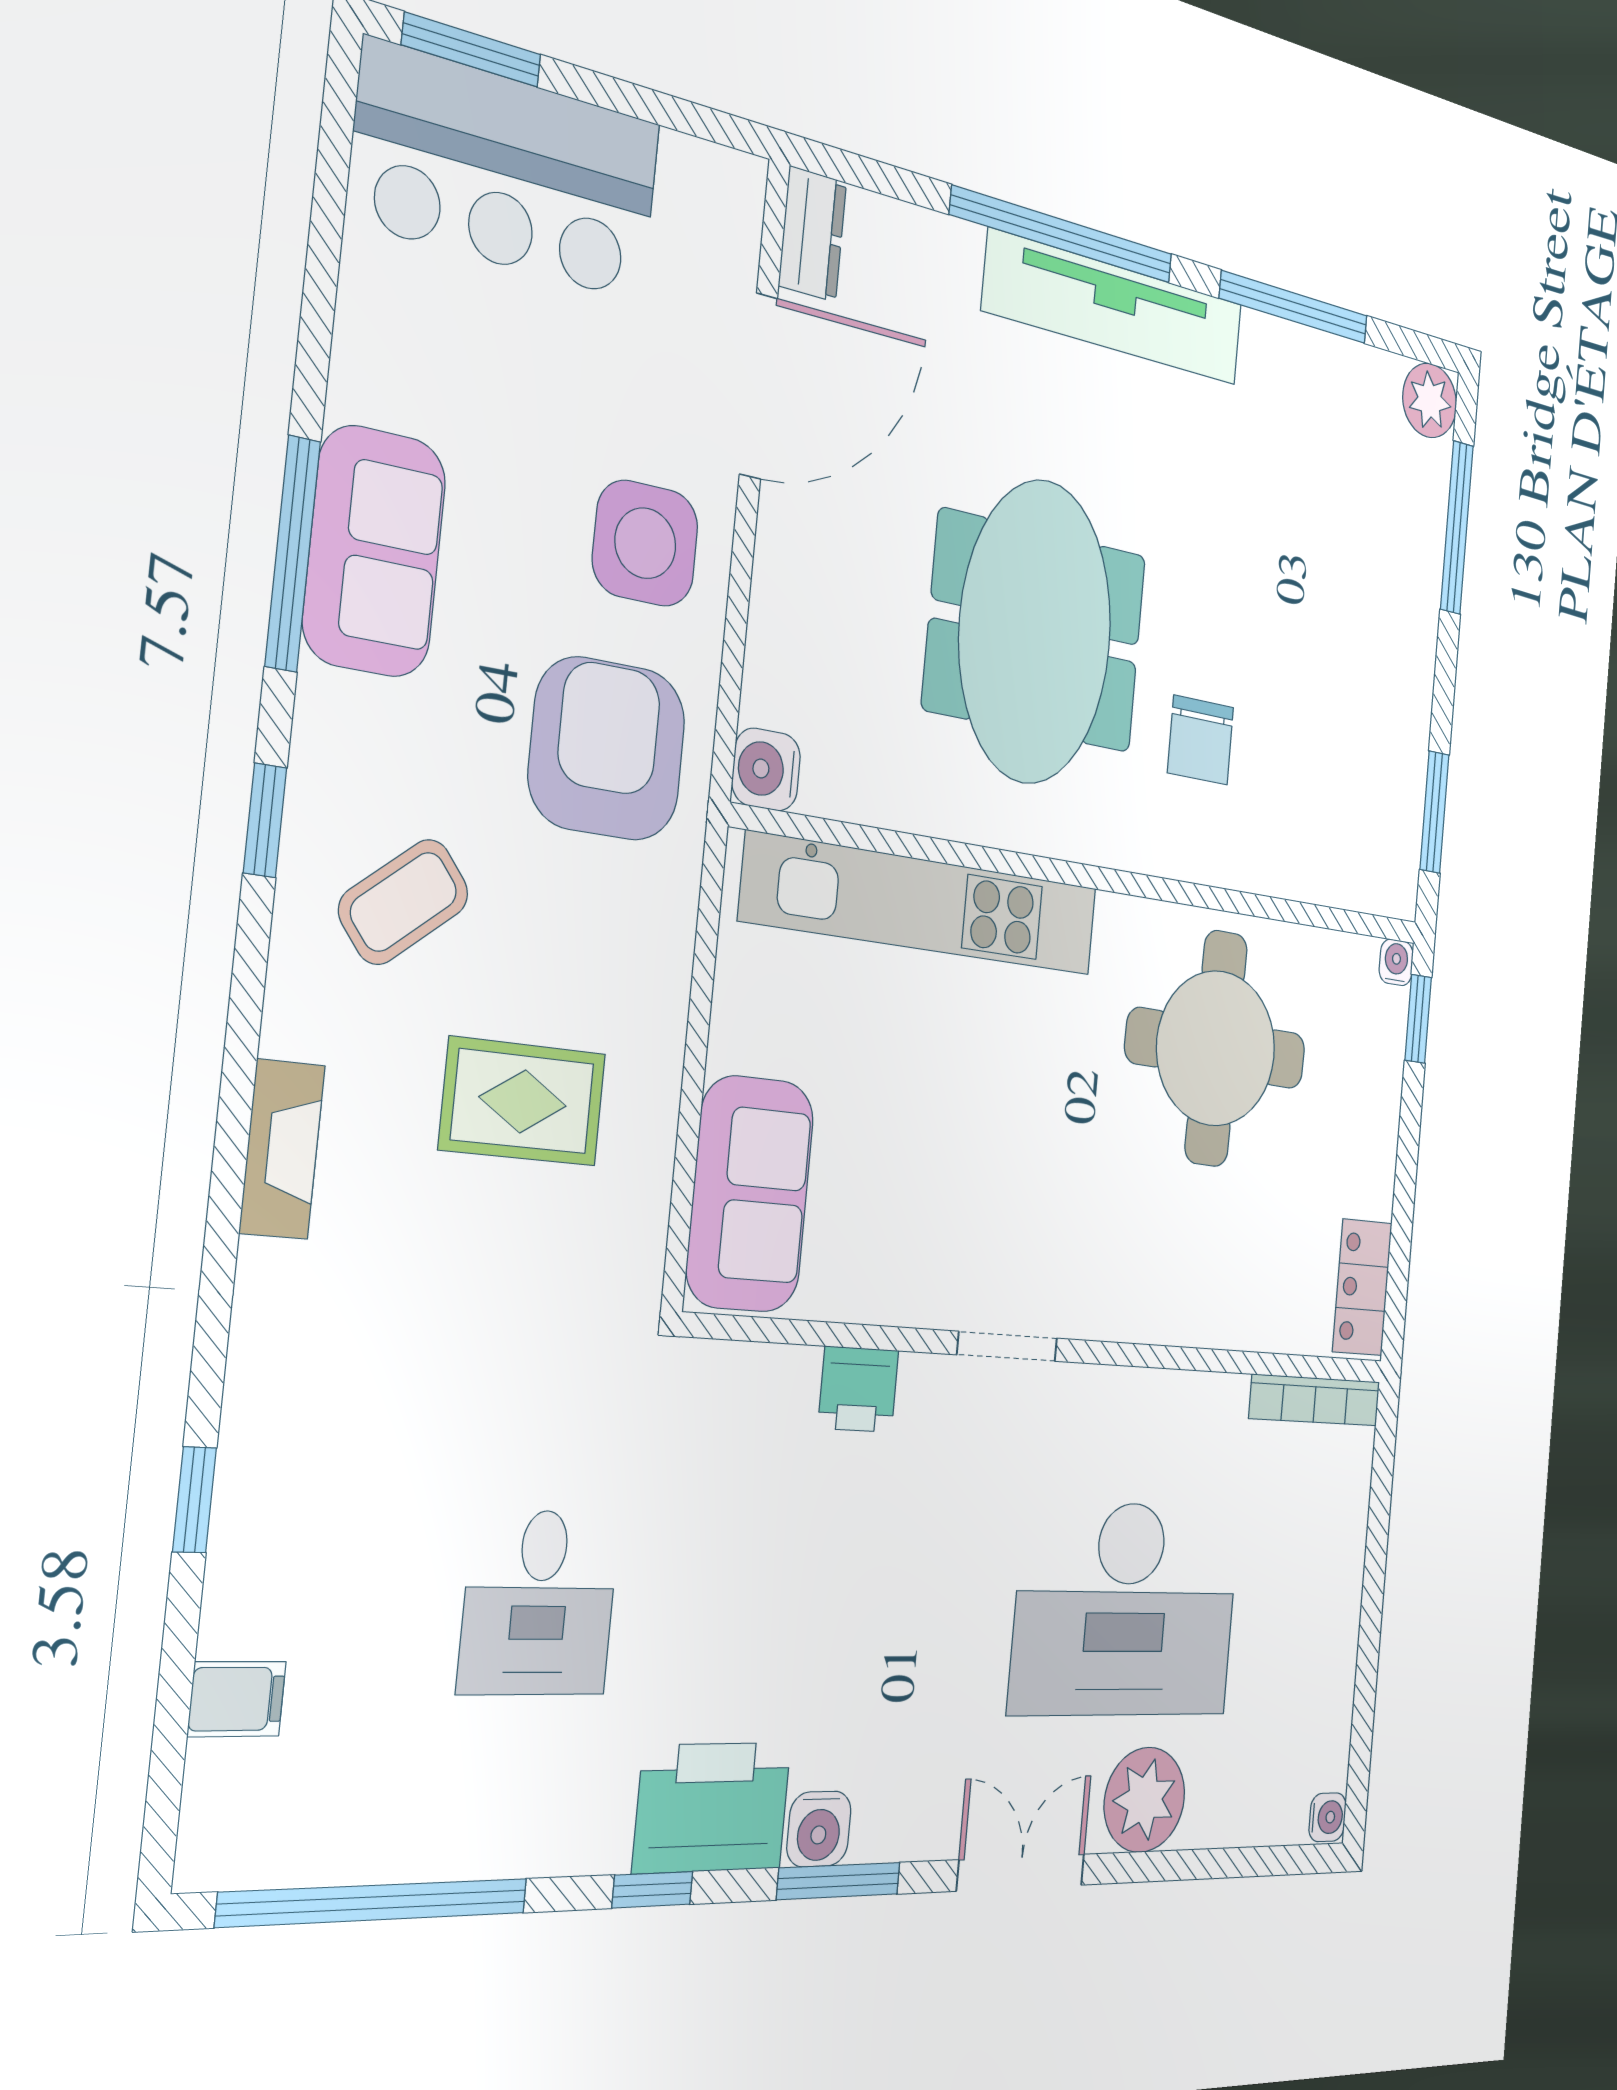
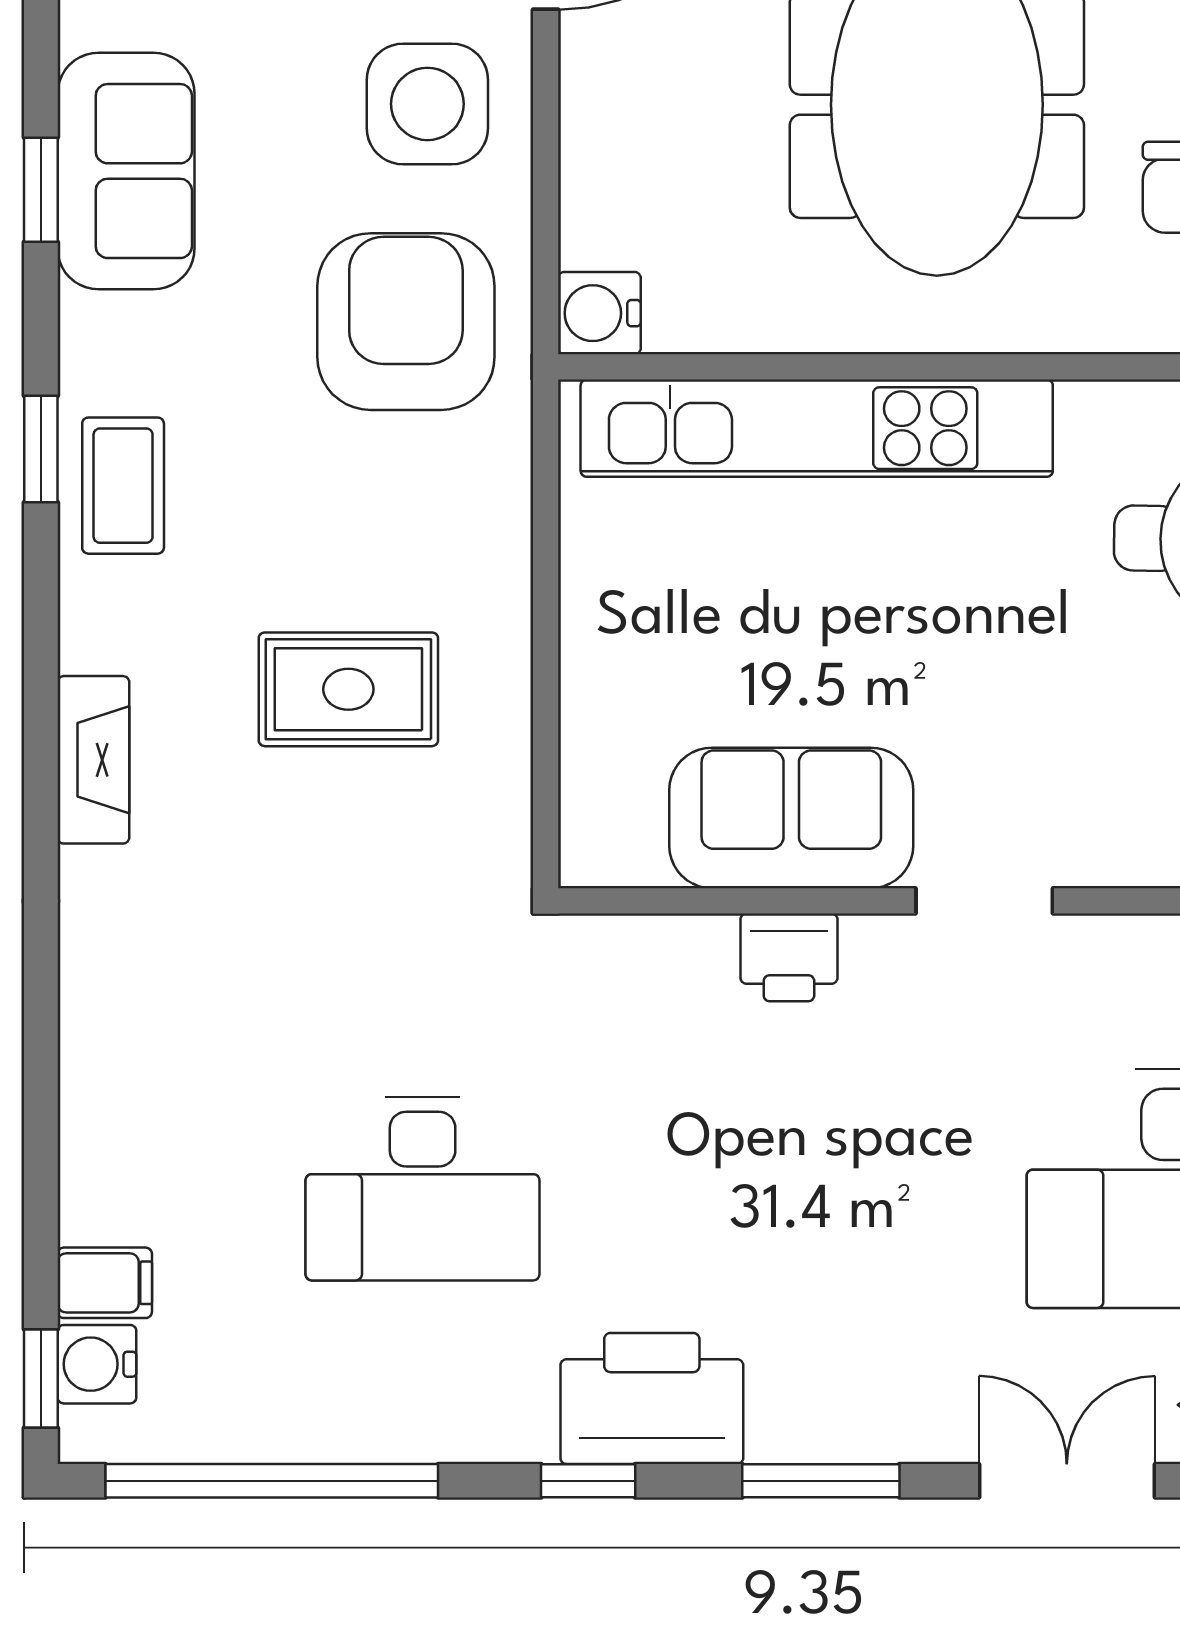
window: (293, 554) -> (41, 190), width x0.46
coffee table: (404, 902) -> (123, 486), moved, turned -51
sofa: (750, 1194) -> (791, 818), moved, turned -90
window: (194, 1500) -> (41, 1378), moved
desk: (539, 1603) -> (423, 1189), width x1.37
water cooler: (819, 1829) -> (97, 1364), moved, turned 90

